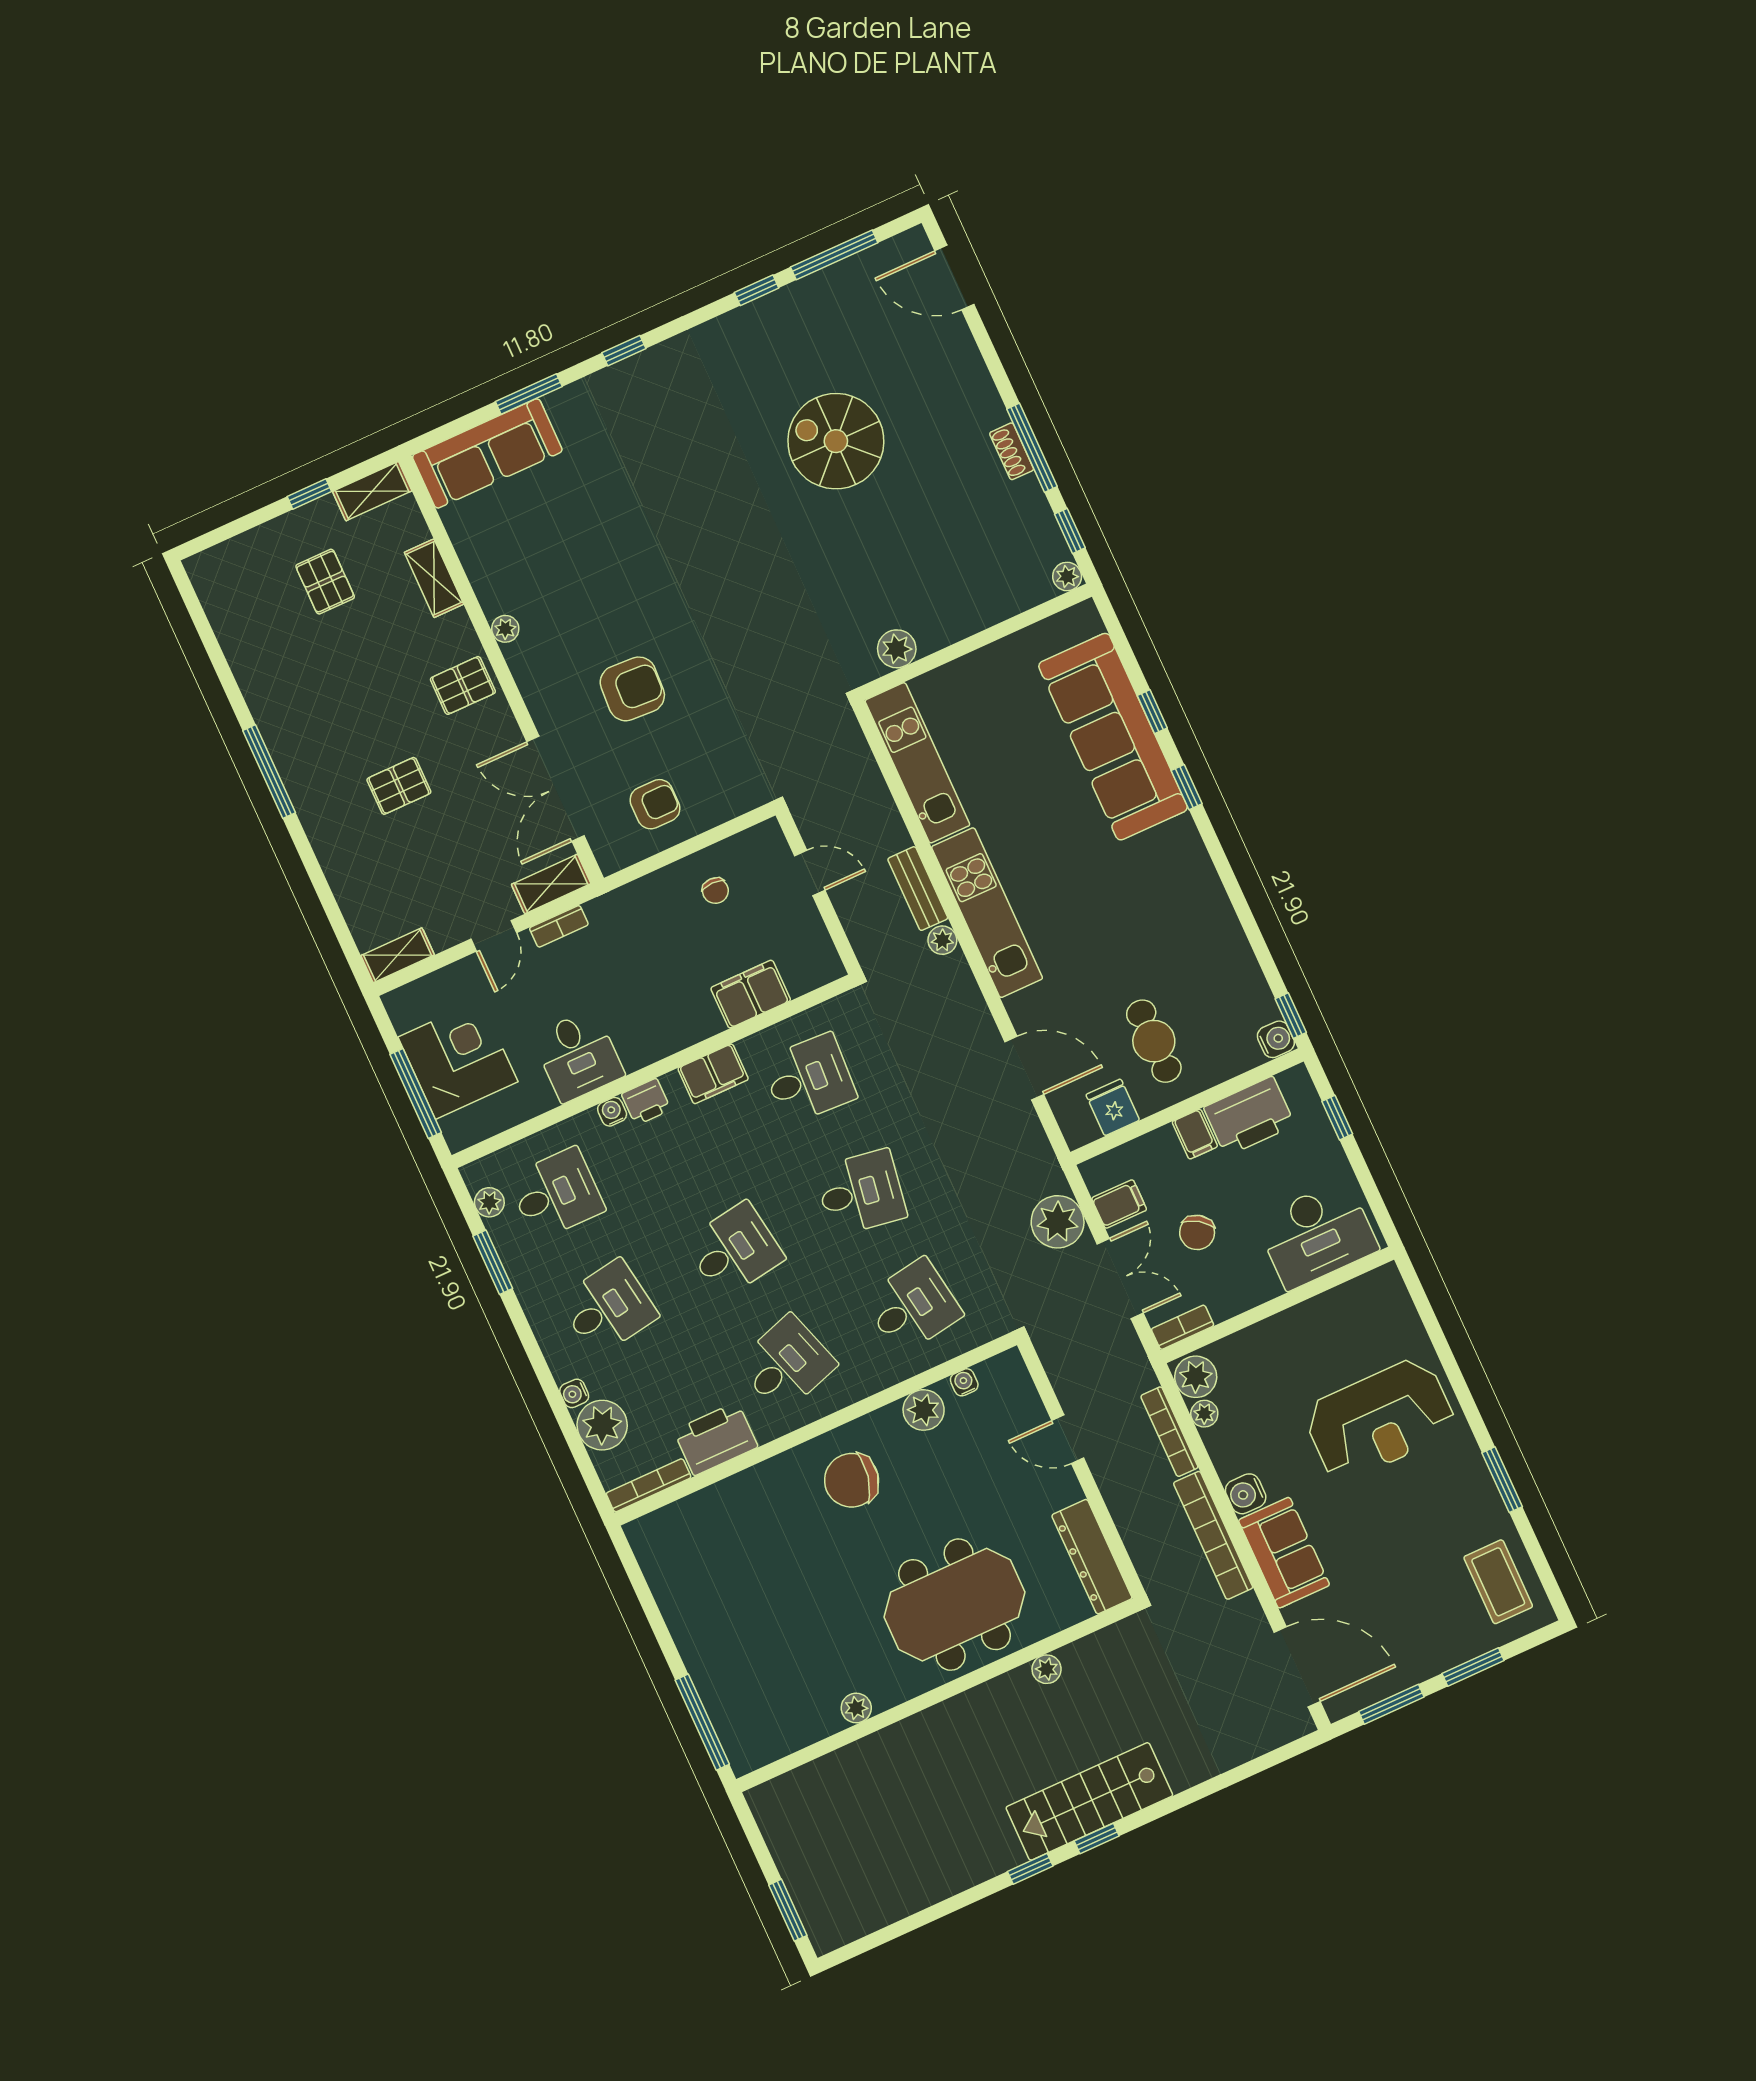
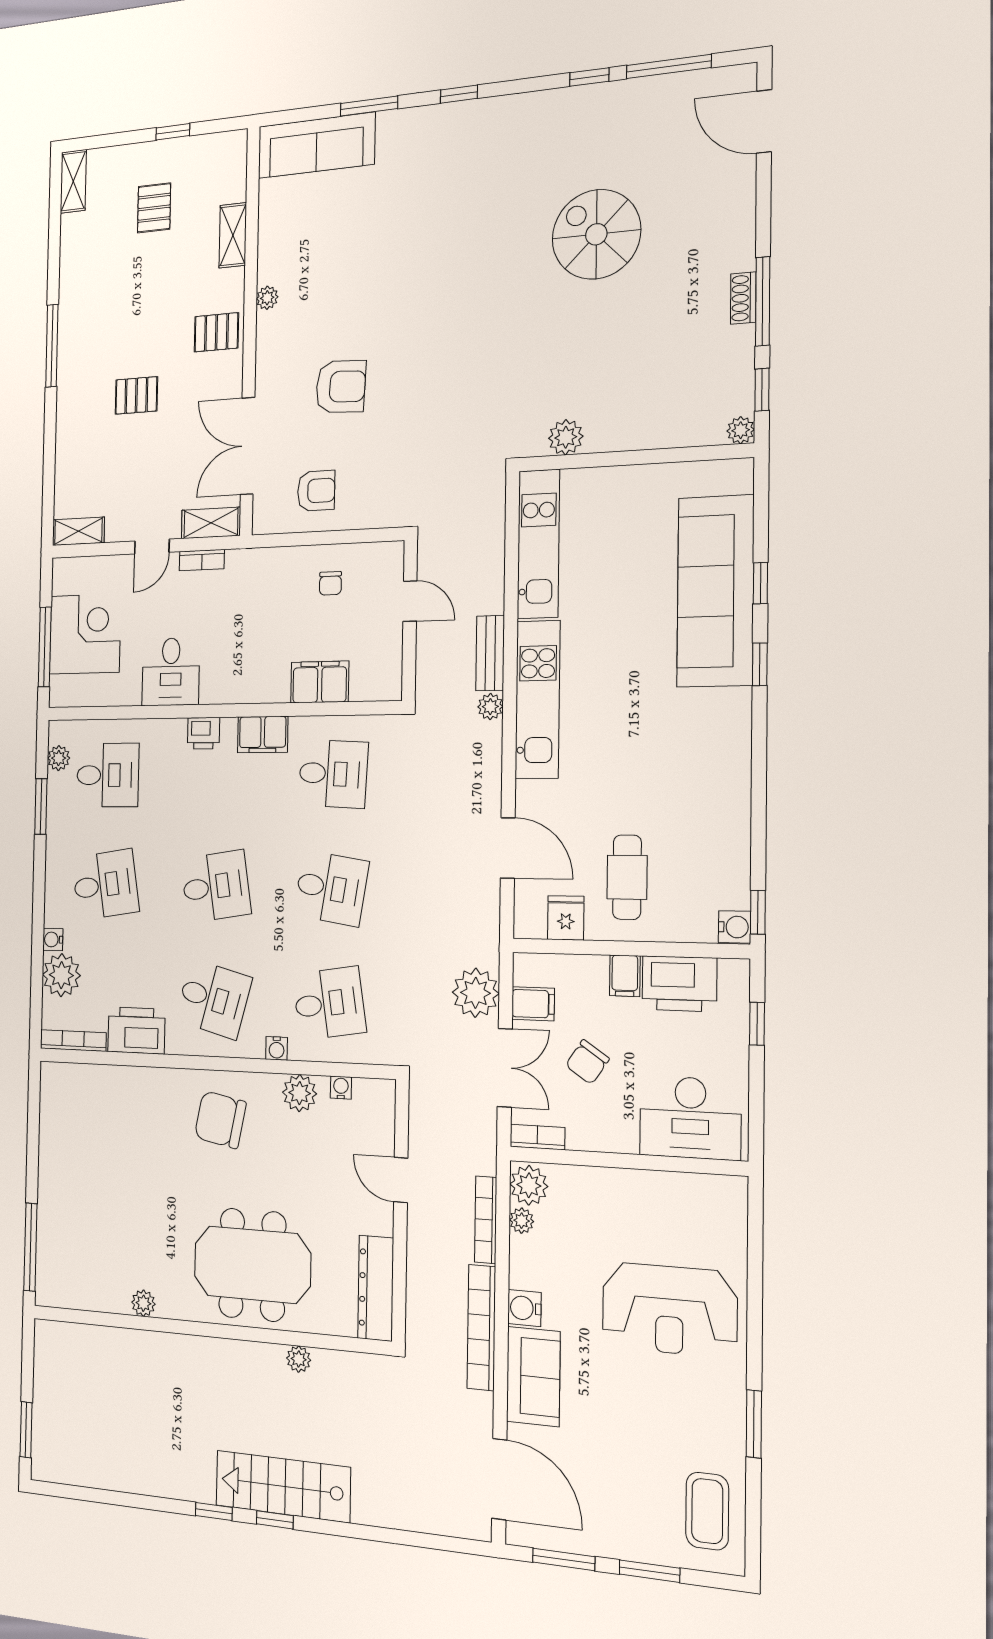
shelving: (372, 491) -> (73, 181), moved, turned 90
water cooler: (612, 1112) -> (277, 1048), moved, turned 180
desk: (786, 1364) -> (213, 999), turned 33

